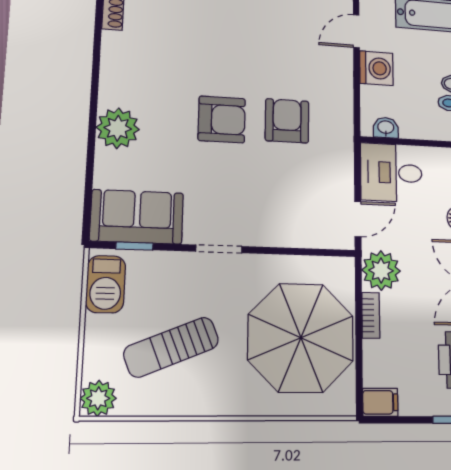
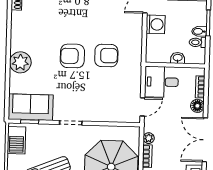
armchair: (222, 119) -> (72, 56), turned 180
armchair: (287, 121) -> (106, 56), turned 90
washbasin: (386, 128) -> (178, 58), moved
plant: (381, 270) -> (149, 138), width x0.53, depth x0.53

